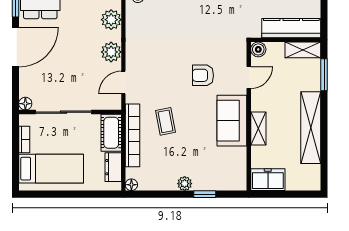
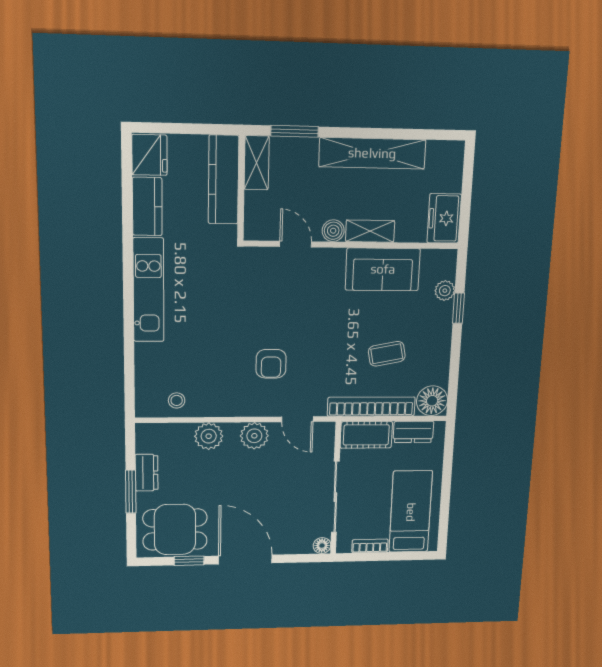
boiler: (258, 49) -> (333, 231), moved
armchair: (203, 75) -> (271, 364), moved
coffee table: (166, 121) -> (387, 354), moved
sofa: (232, 121) -> (383, 269), moved
plant: (185, 184) -> (445, 291), moved
floor lamp: (131, 185) -> (432, 401), width x1.89, depth x1.89

